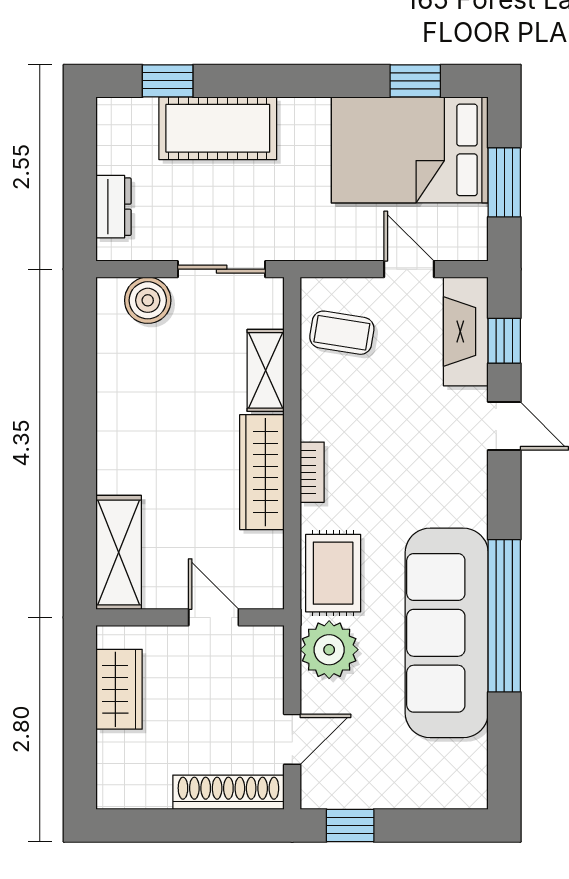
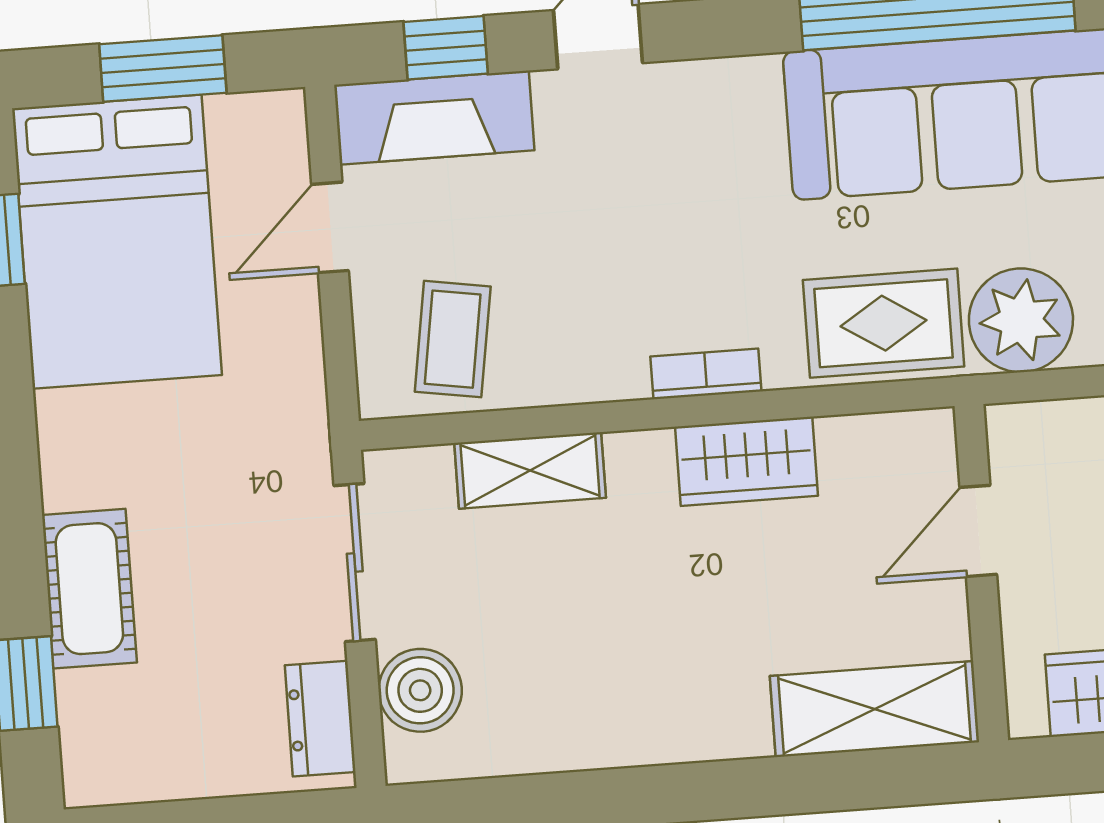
cot: (218, 128) -> (89, 589), width x0.73, depth x0.75
dresser: (113, 207) -> (320, 719), moved, turned -90
wardrobe: (262, 472) -> (747, 461), width x0.67

